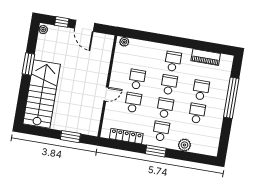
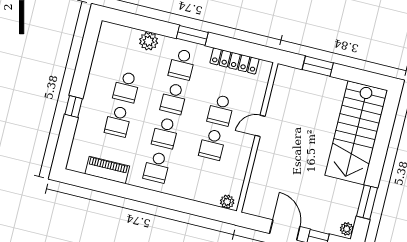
window: (28, 64) -> (367, 202), moved
window: (231, 98) -> (74, 107), width x0.32

